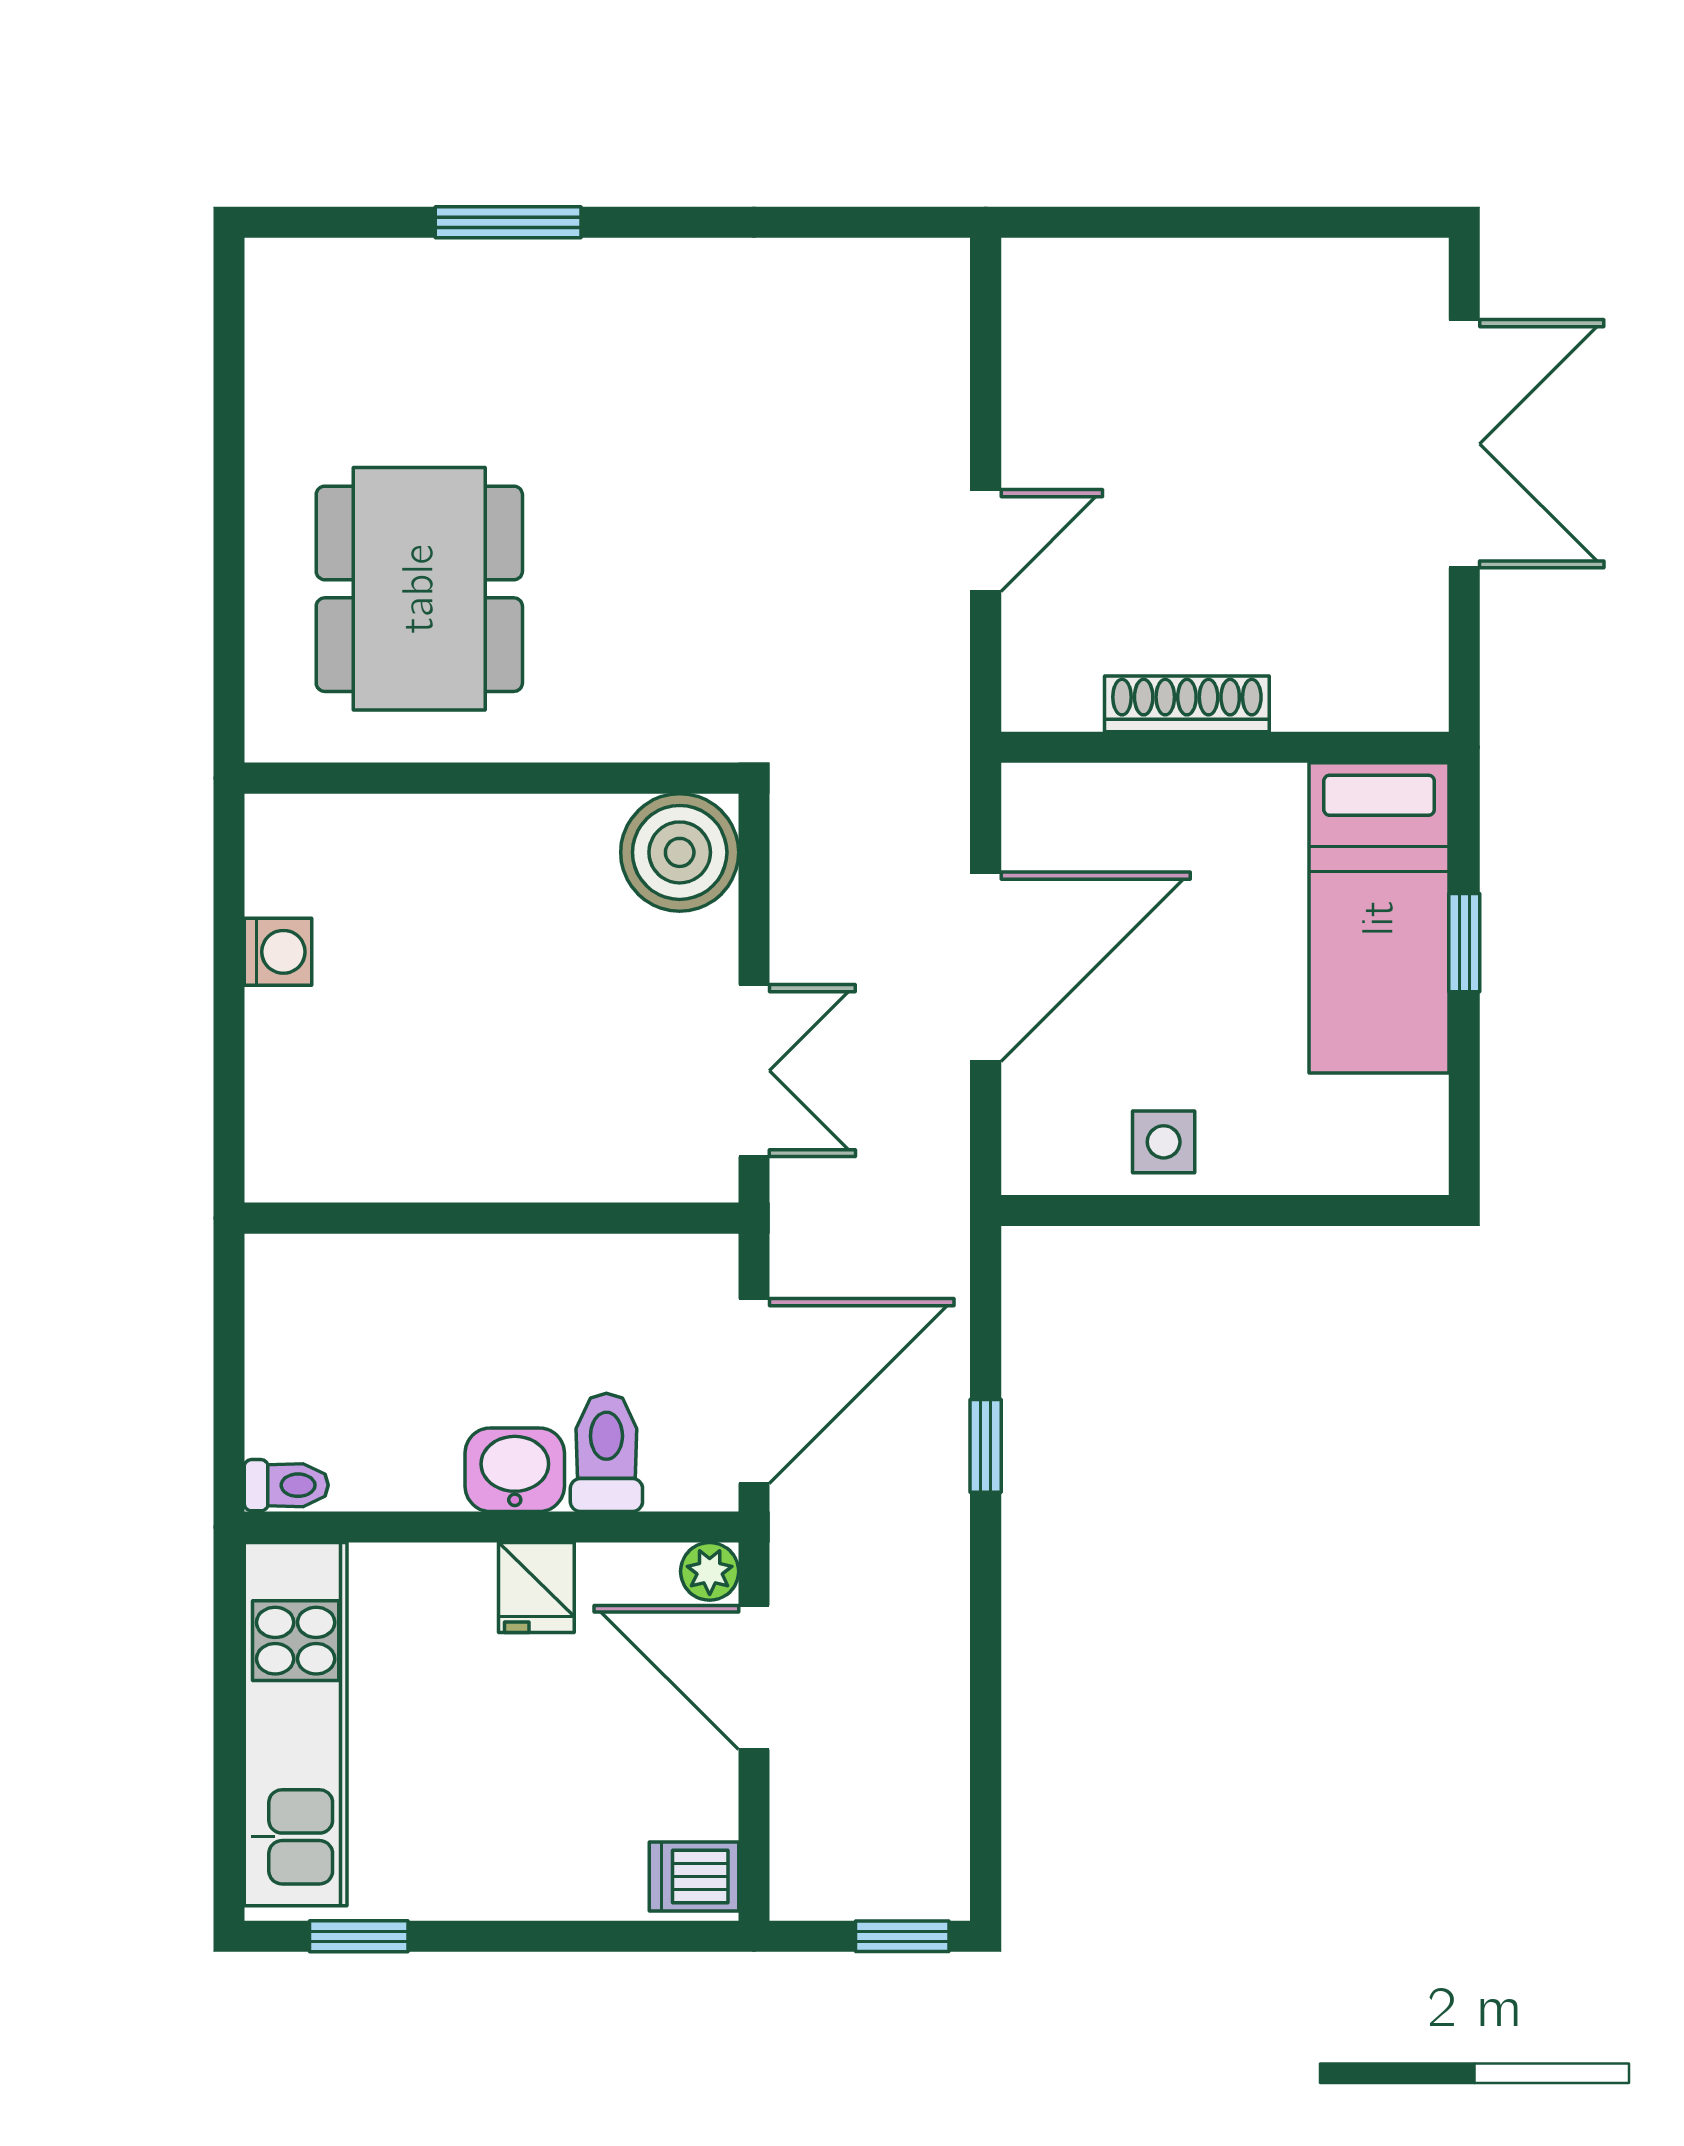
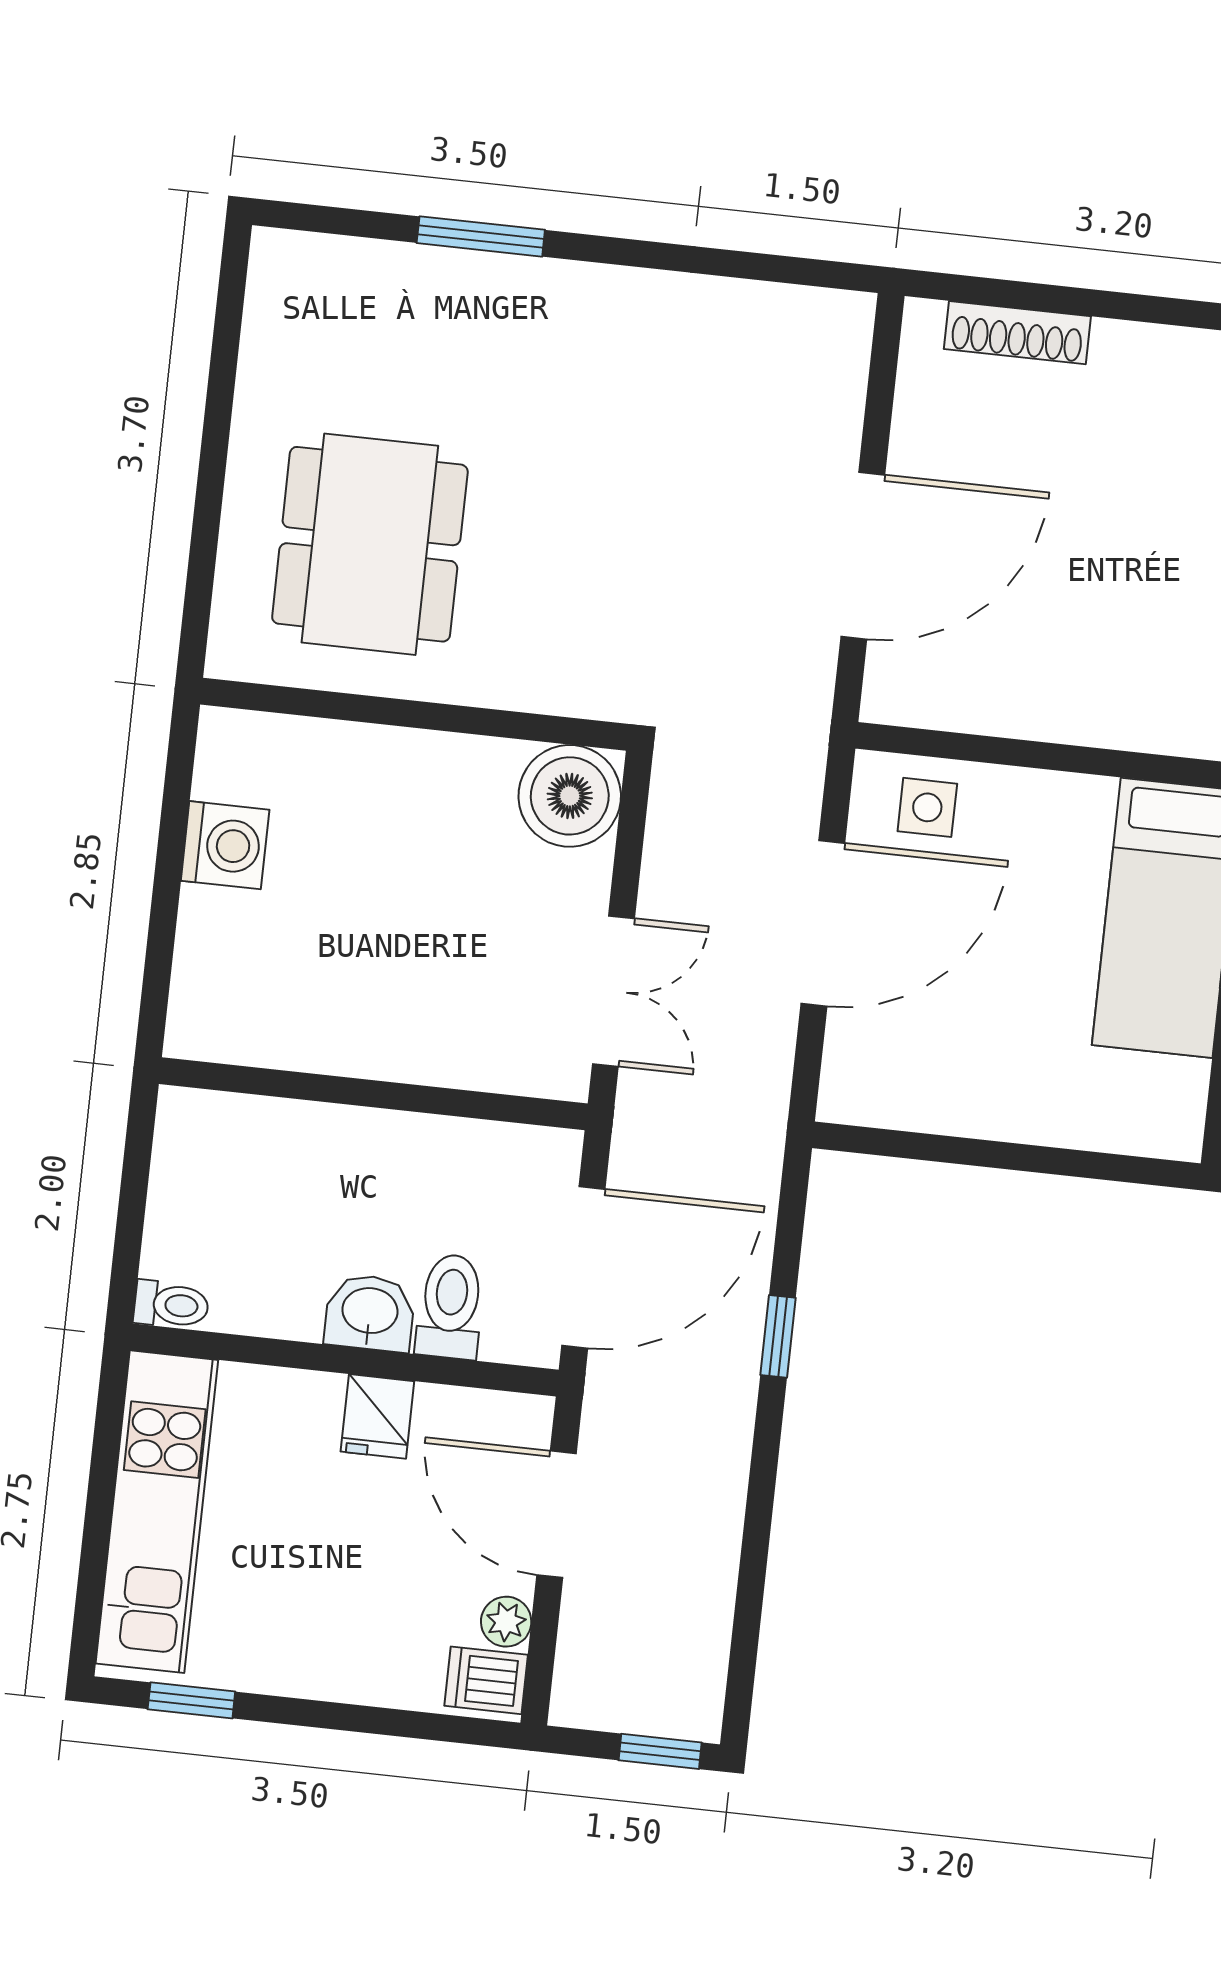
door: (986, 541) -> (863, 556), width x1.88
shoe rack: (1187, 704) -> (1017, 333), moved, turned 180
washing machine: (278, 952) -> (225, 845), width x1.38, depth x1.38
side table: (1164, 1142) -> (927, 807), moved
plant: (710, 1571) -> (506, 1622), moved

